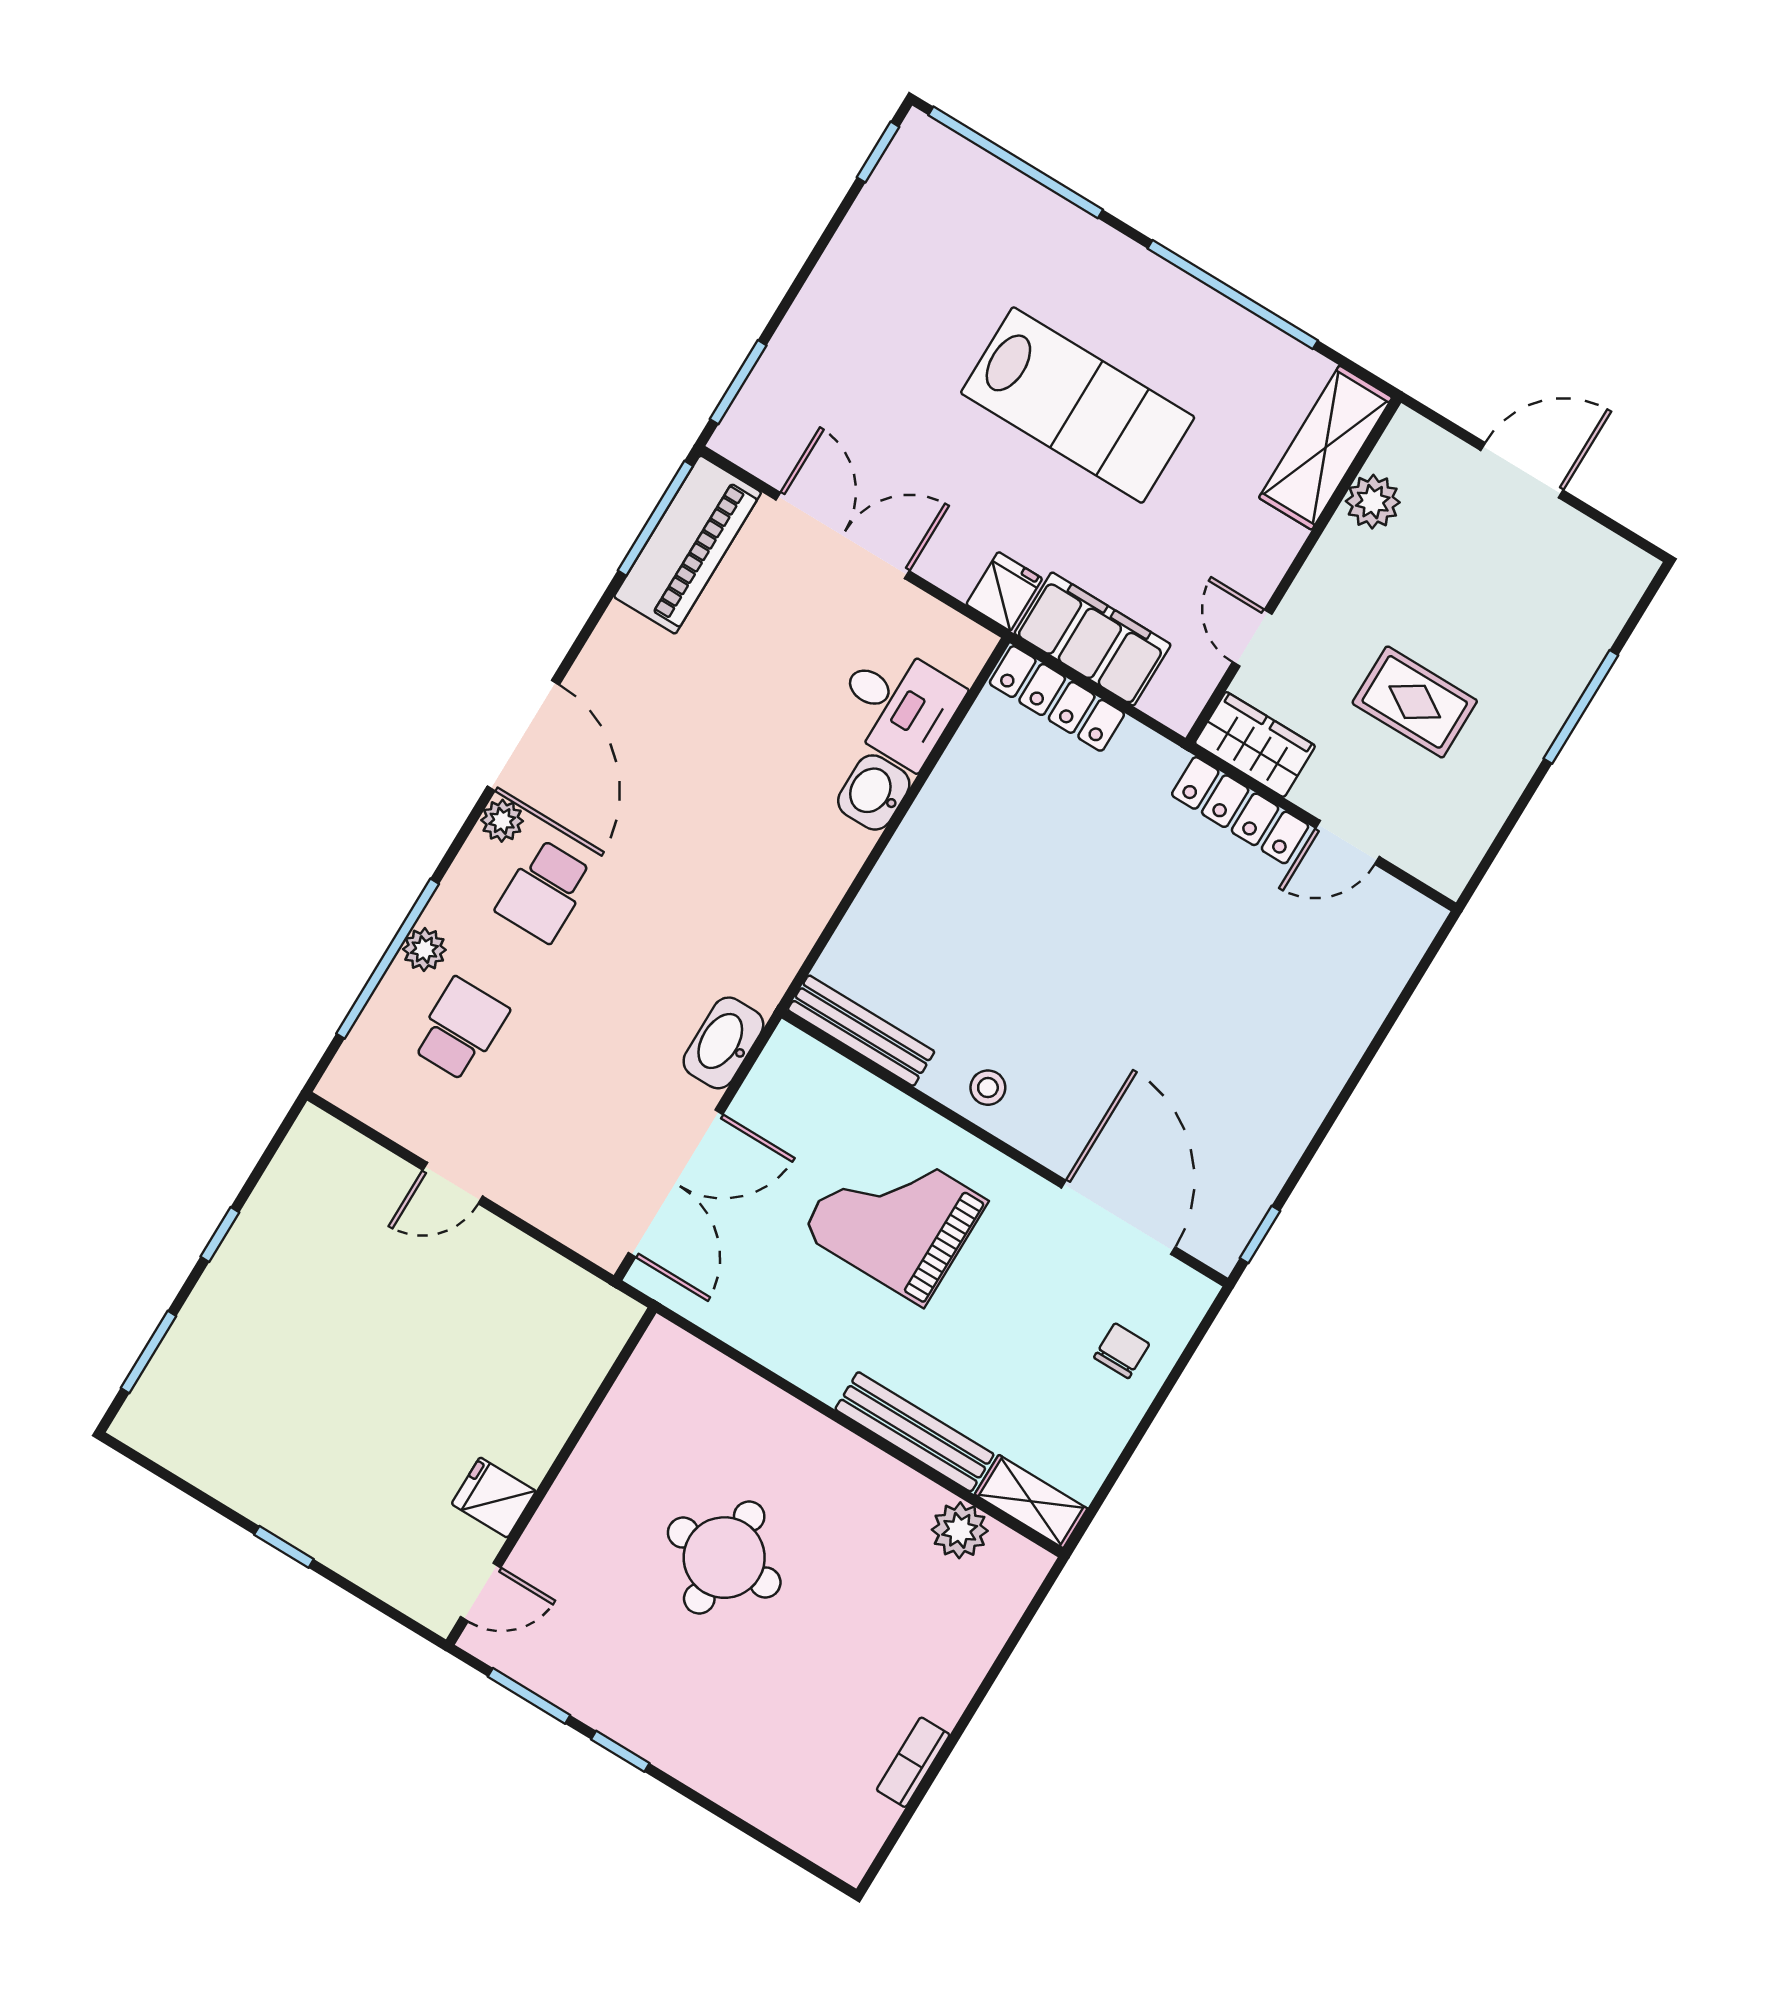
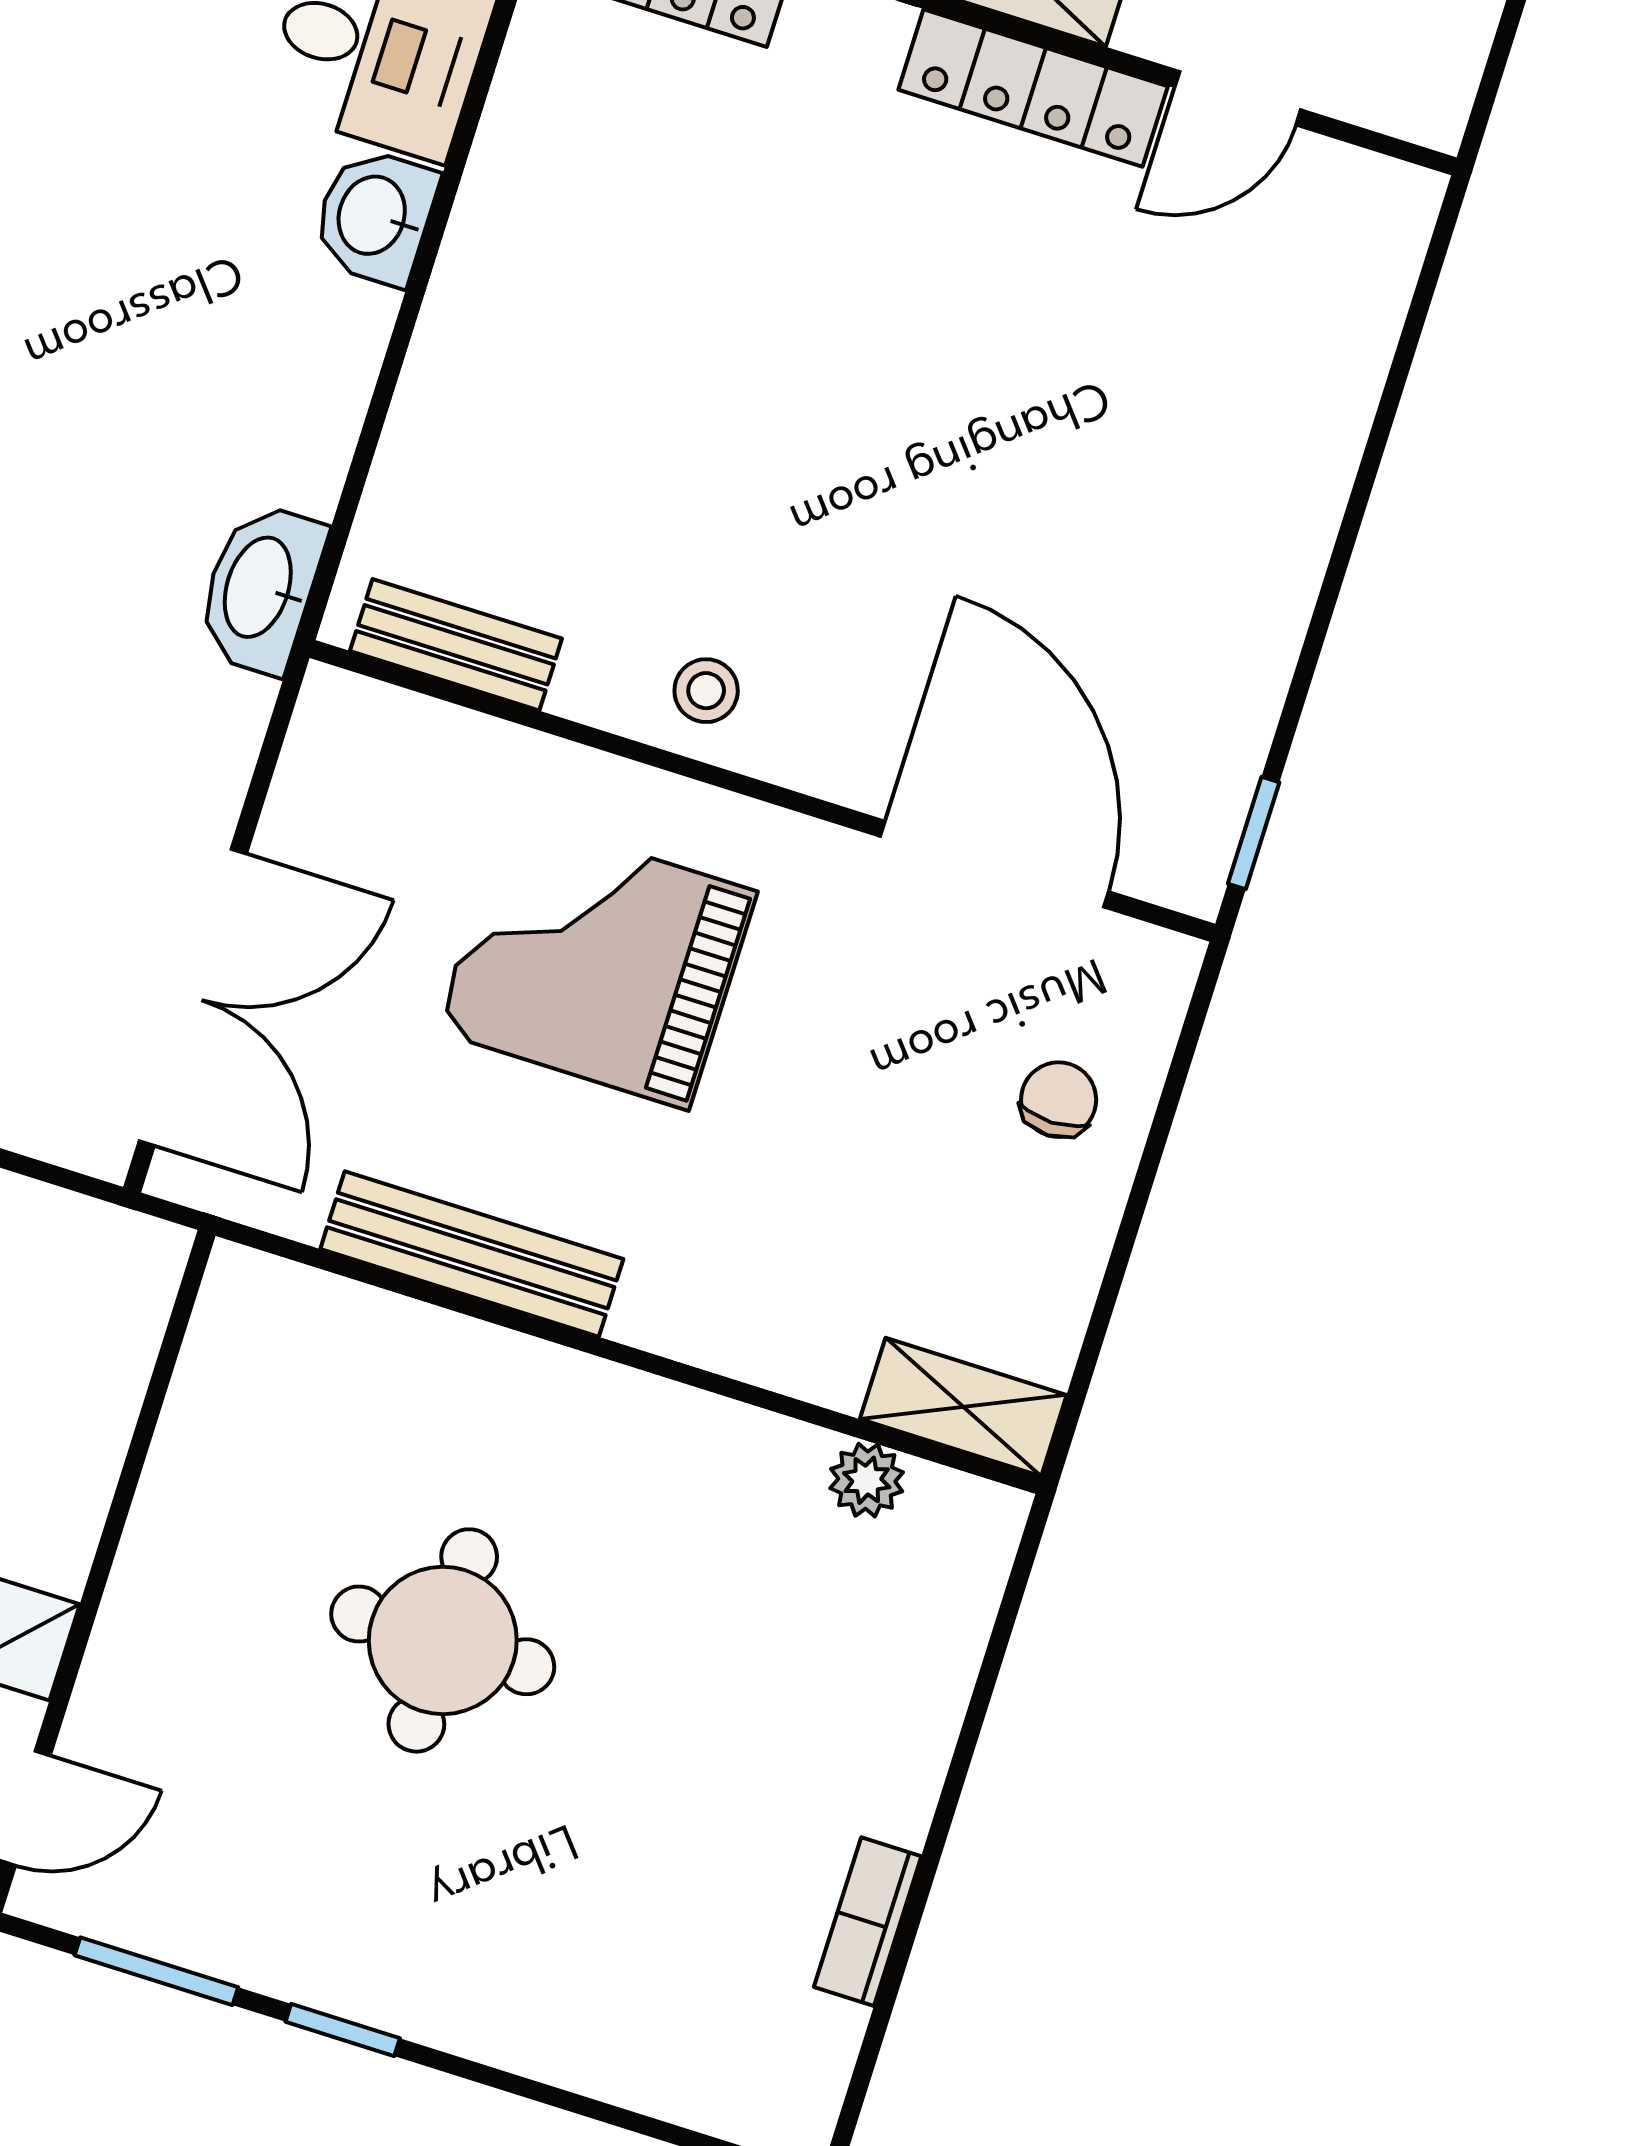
bench: (861, 1031) -> (456, 645), width x0.73
washbasin: (723, 1043) -> (261, 588), moved
bench: (914, 1432) -> (472, 1254), moved
plant: (960, 1530) -> (867, 1480), width x0.73, depth x0.73

